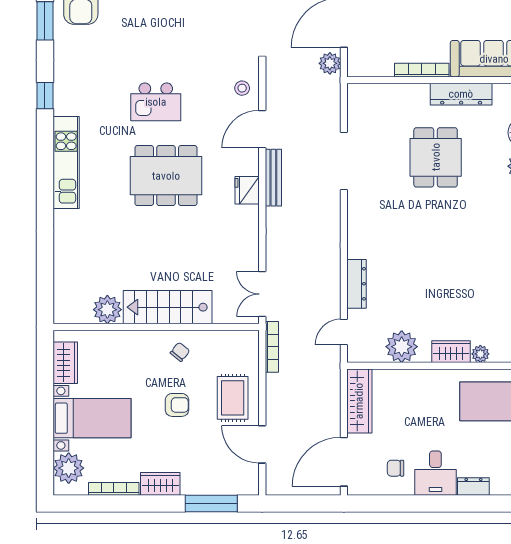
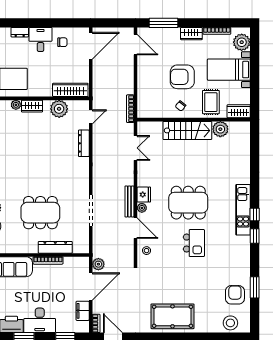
dresser: (461, 94) -> (55, 247), moved
window: (45, 96) -> (255, 236), moved
kitchen island: (156, 102) -> (194, 243), turned 90
door: (262, 129) -> (135, 228), hinge flipped
window: (45, 154) -> (255, 215), added
dining table: (436, 157) -> (40, 213), width x1.38
plant: (251, 166) -> (142, 208), added
double door: (262, 294) -> (135, 148), moved
wardrobe: (65, 363) -> (239, 111), moved, turned 90
rug: (233, 398) -> (211, 102), moved
wardrobe: (359, 401) -> (70, 90), moved, turned 90
armchair: (177, 405) -> (182, 77), width x1.88, depth x1.88
door: (262, 444) -> (135, 45), moved

